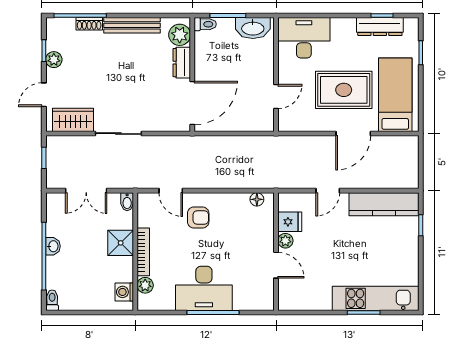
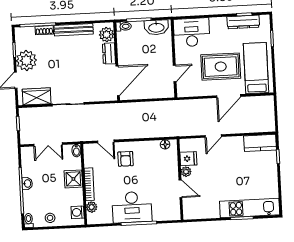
plant: (54, 60) -> (26, 60), width x1.88, depth x1.88
kitchen counter: (384, 204) -> (260, 143), width x0.67
armchair: (198, 217) -> (126, 159), turned 90
stool: (84, 298) -> (50, 218), added

